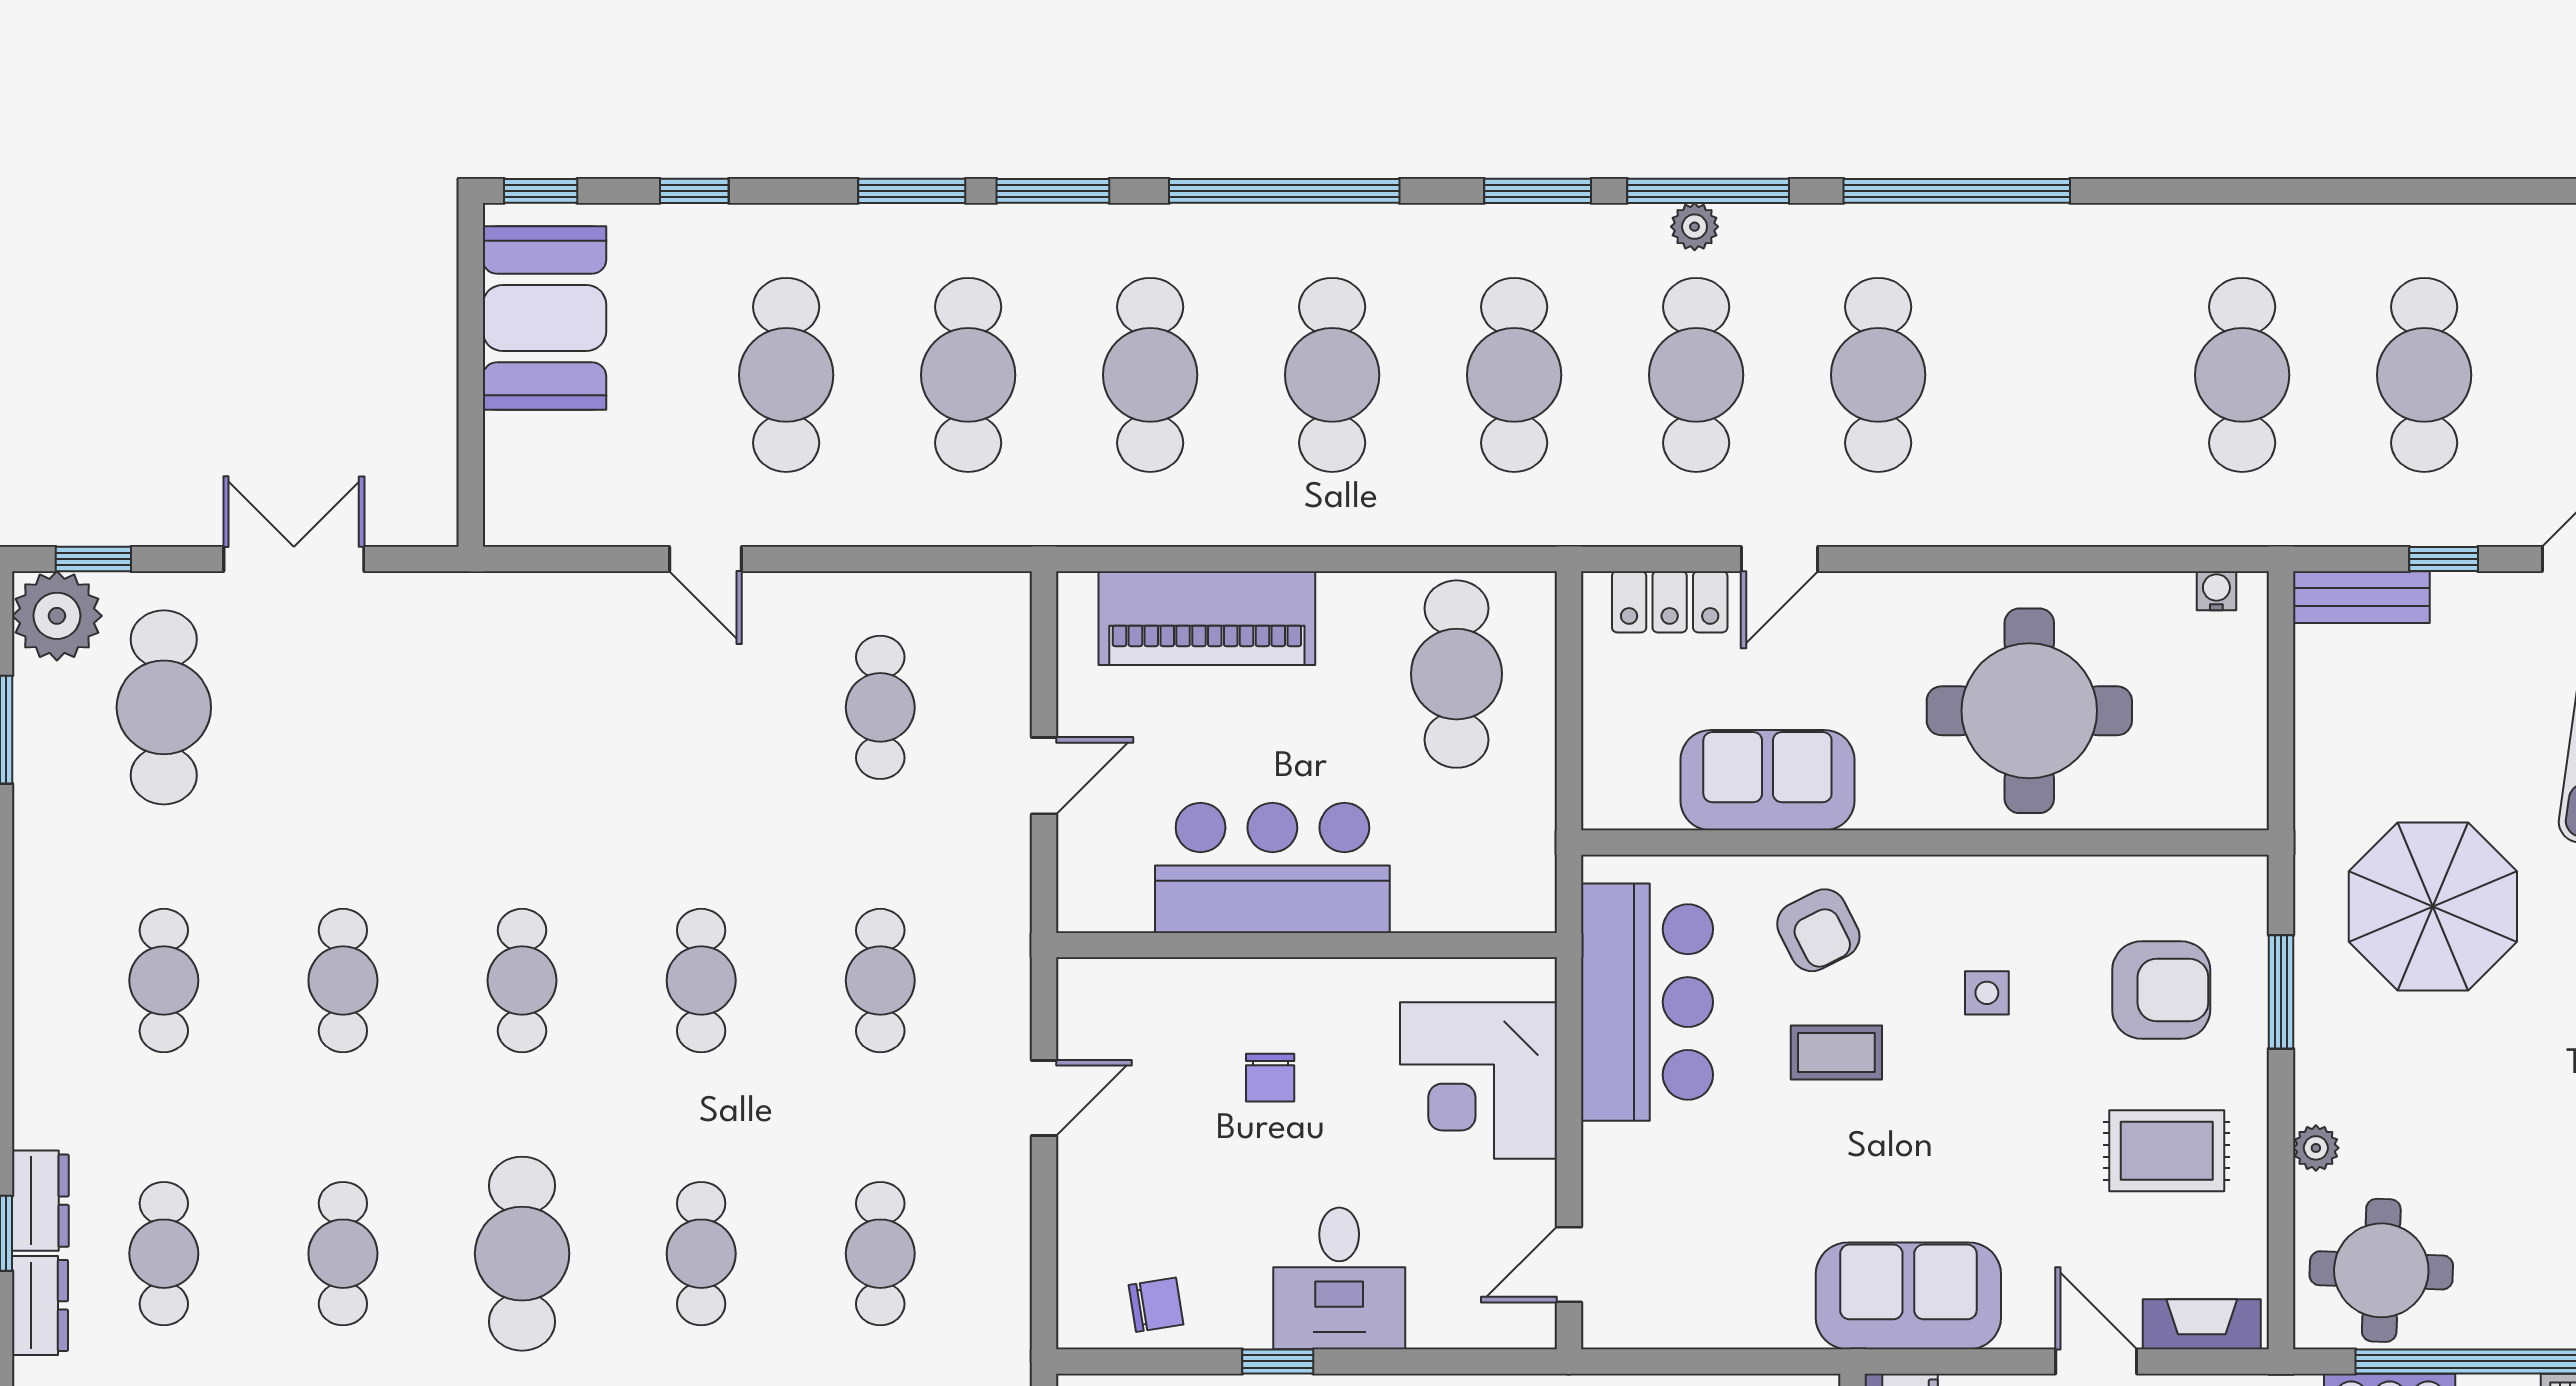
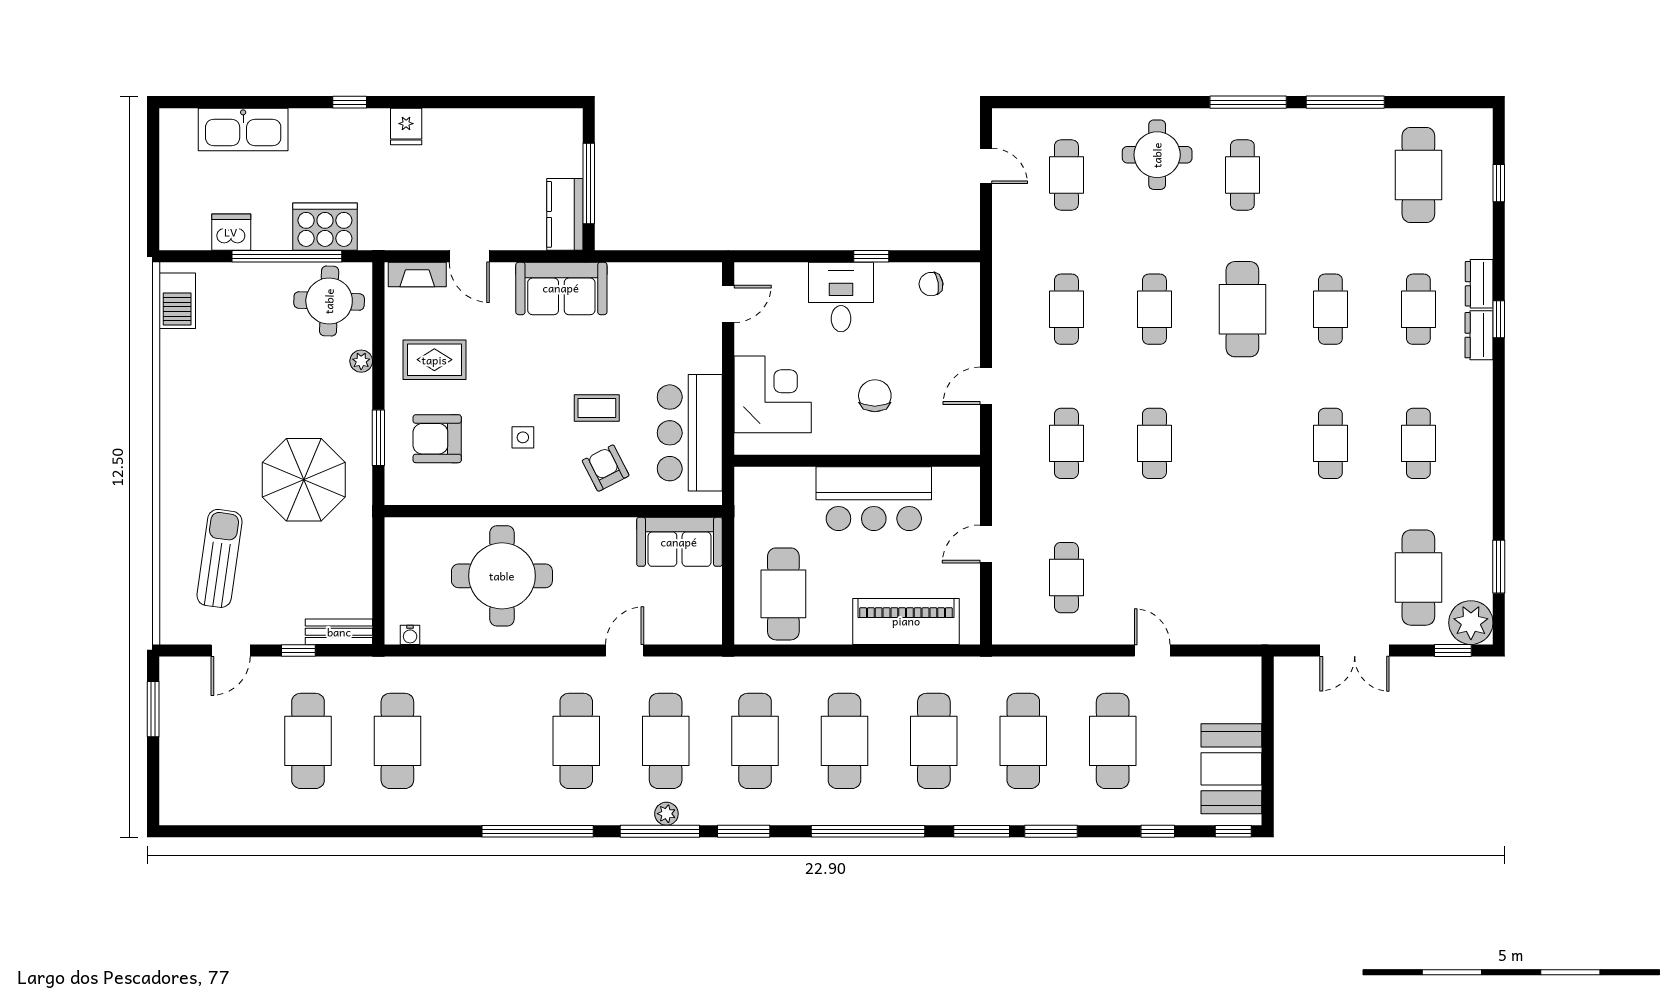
locker: (1670, 602) -> (679, 629), removed
sofa: (1767, 780) -> (679, 542), moved
cafe table: (522, 981) -> (1242, 443), removed
chair: (1270, 1078) -> (875, 396), width x1.37, depth x1.37

